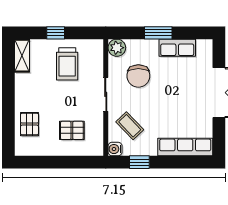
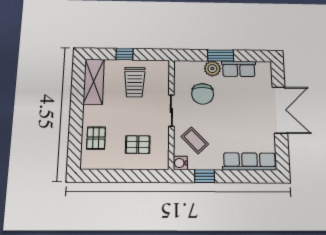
plant: (117, 48) -> (212, 69), moved
shelving: (22, 56) -> (94, 82), width x1.50, depth x1.33

